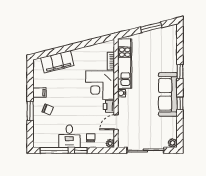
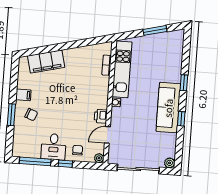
corner desk: (100, 85) -> (92, 92), removed

